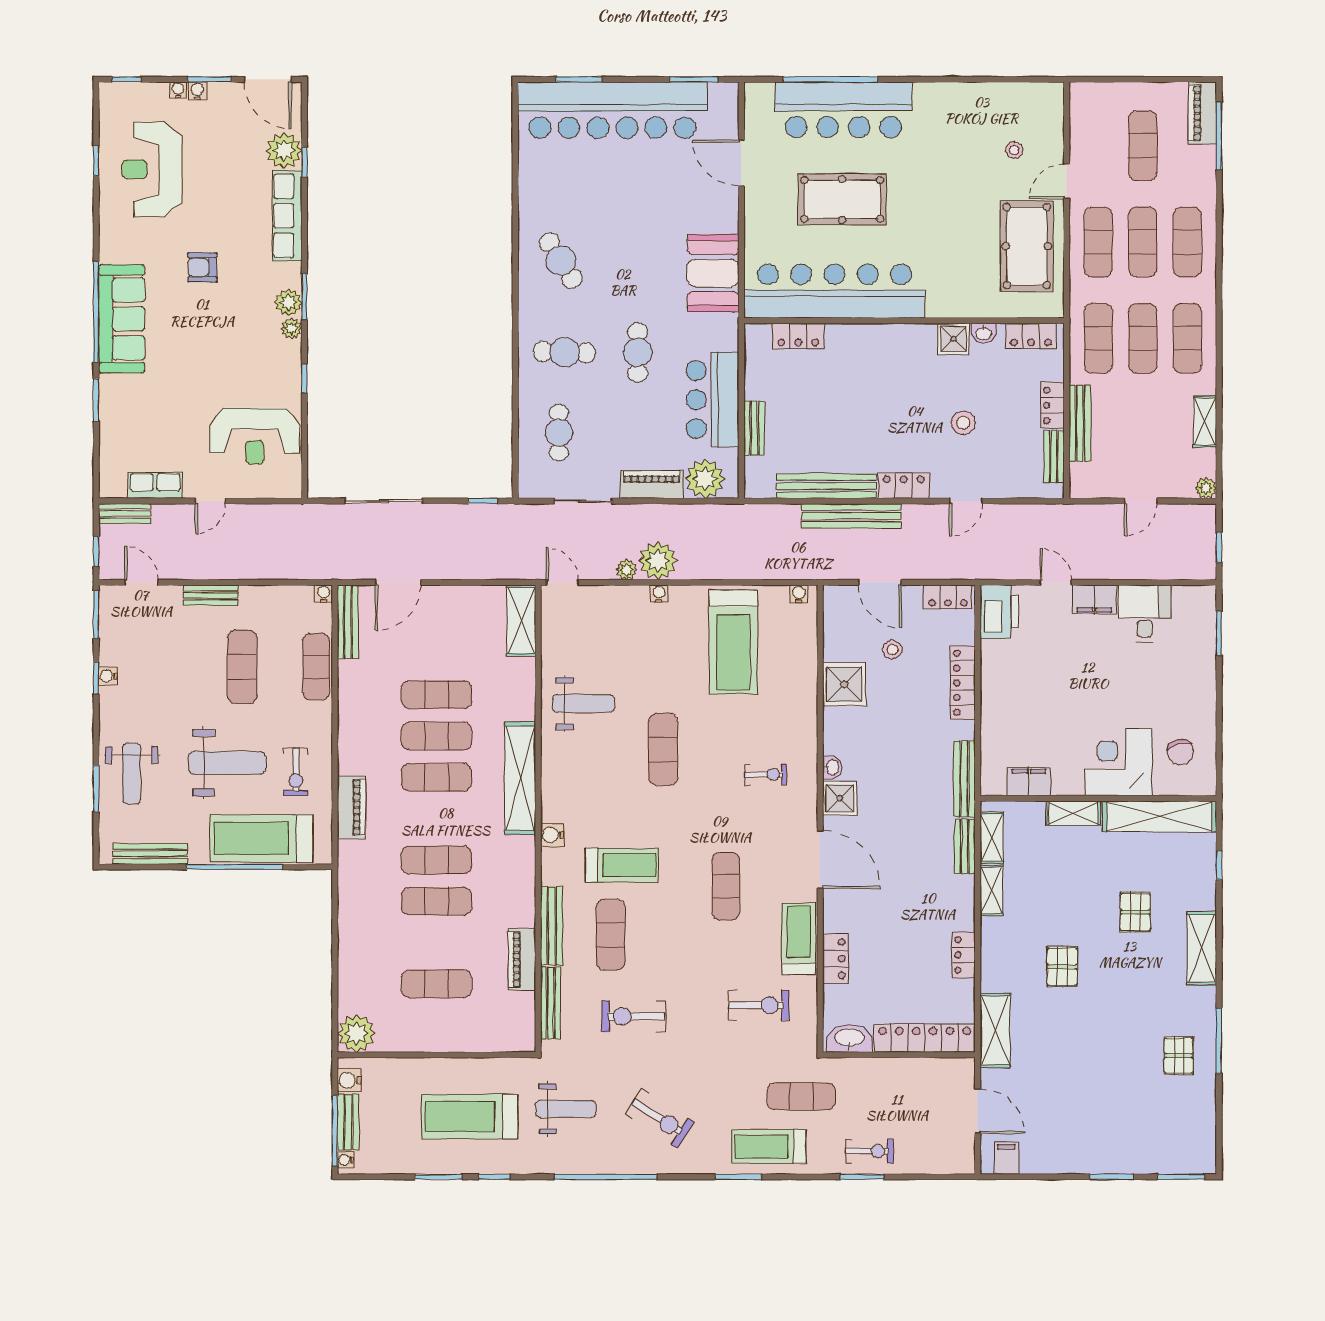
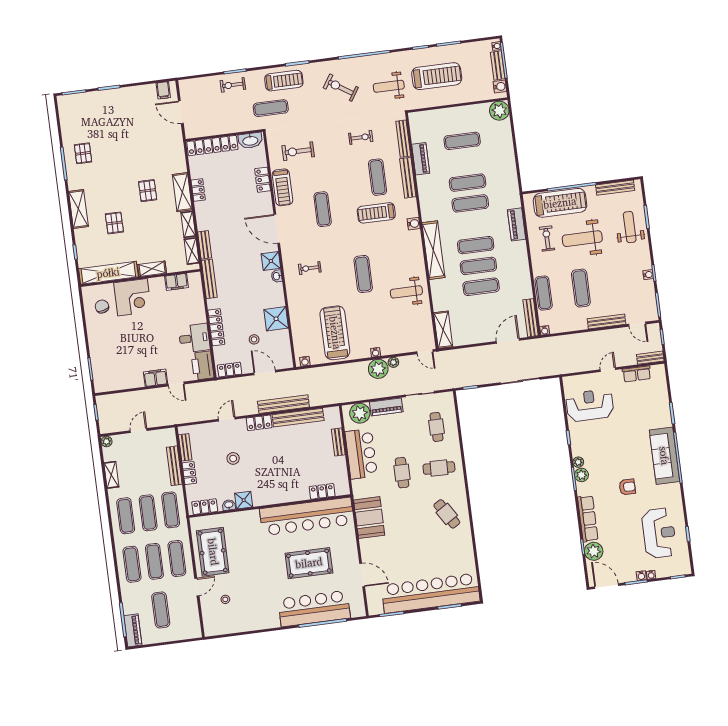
bench: (211, 595) -> (606, 321), width x1.36
desk: (1145, 613) -> (194, 338), moved, turned -90
exercise bike: (633, 1016) -> (361, 137), width x0.73, depth x0.72
shelving: (995, 1030) -> (182, 192), moved

